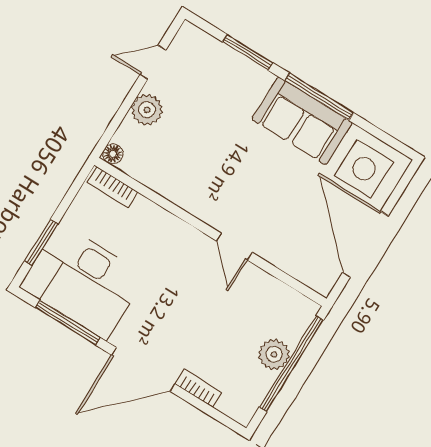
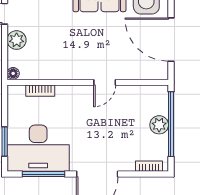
bookcase: (113, 187) -> (40, 91), moved
door: (234, 247) -> (105, 82), hinge flipped
bookcase: (198, 388) -> (149, 166), moved

